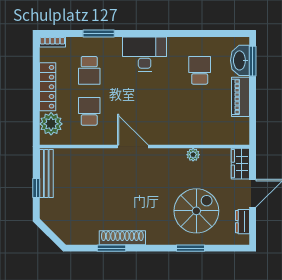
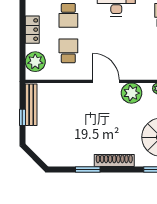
locker: (48, 87) -> (32, 30), width x0.66
plant: (162, 160) -> (132, 93), added
shoe rack: (122, 238) -> (114, 160), moved

